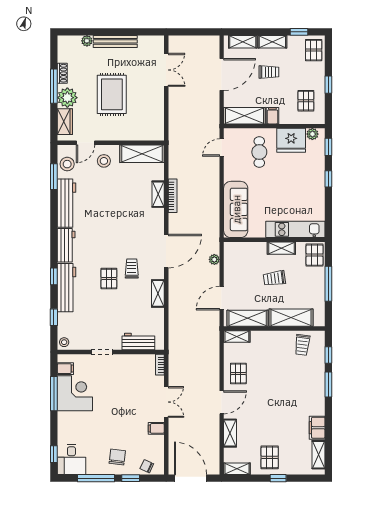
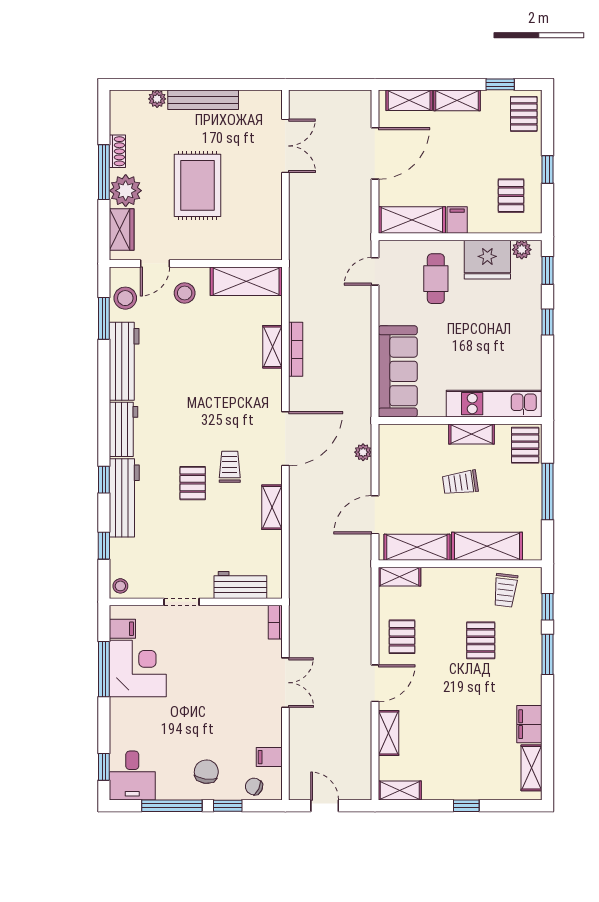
trolley: (269, 72) -> (451, 149), removed
filing cabinet: (156, 428) -> (269, 757), moved
pallet: (270, 457) -> (481, 640), moved
door: (190, 478) -> (325, 806), width x0.53

